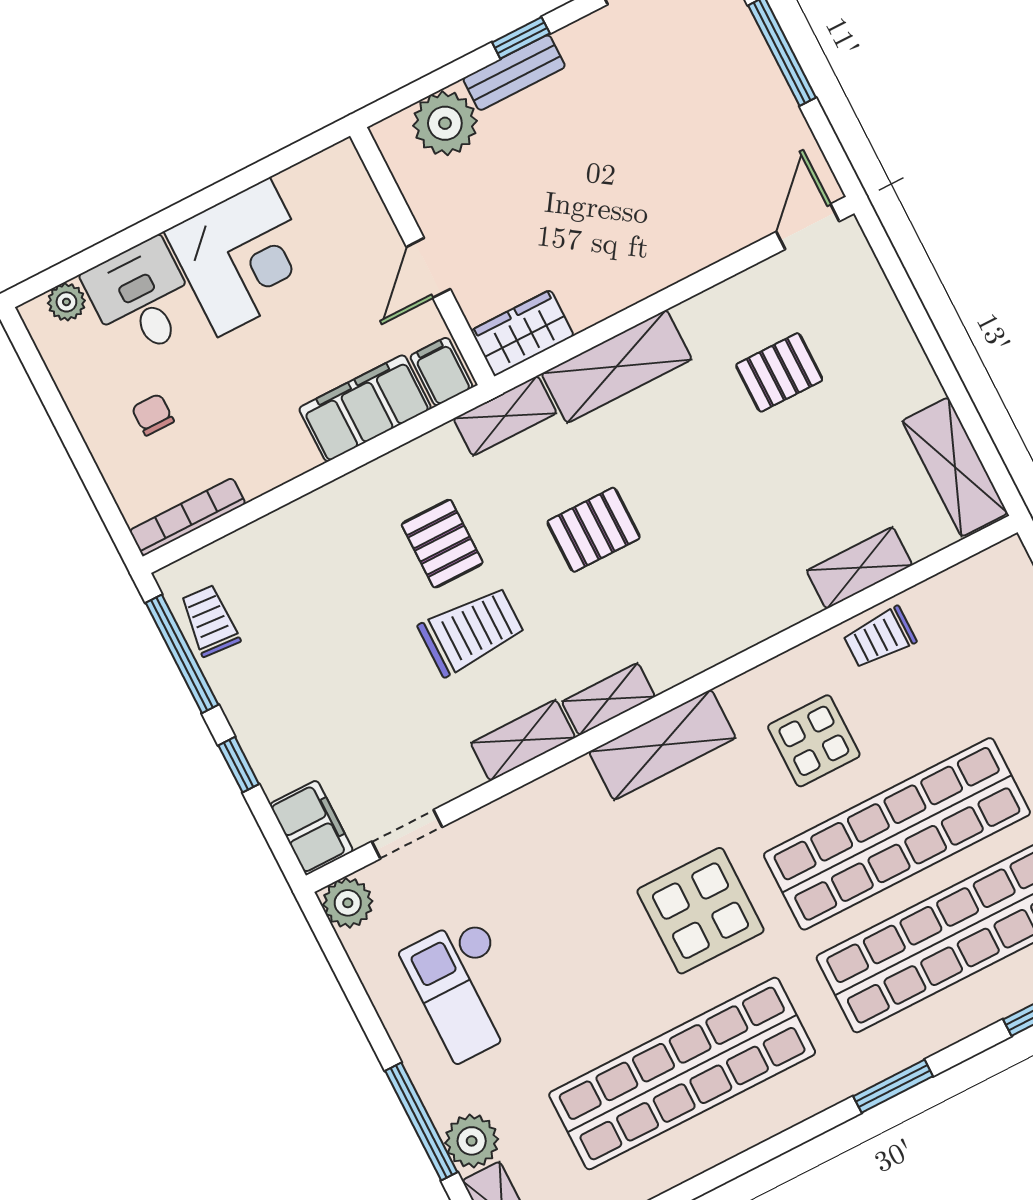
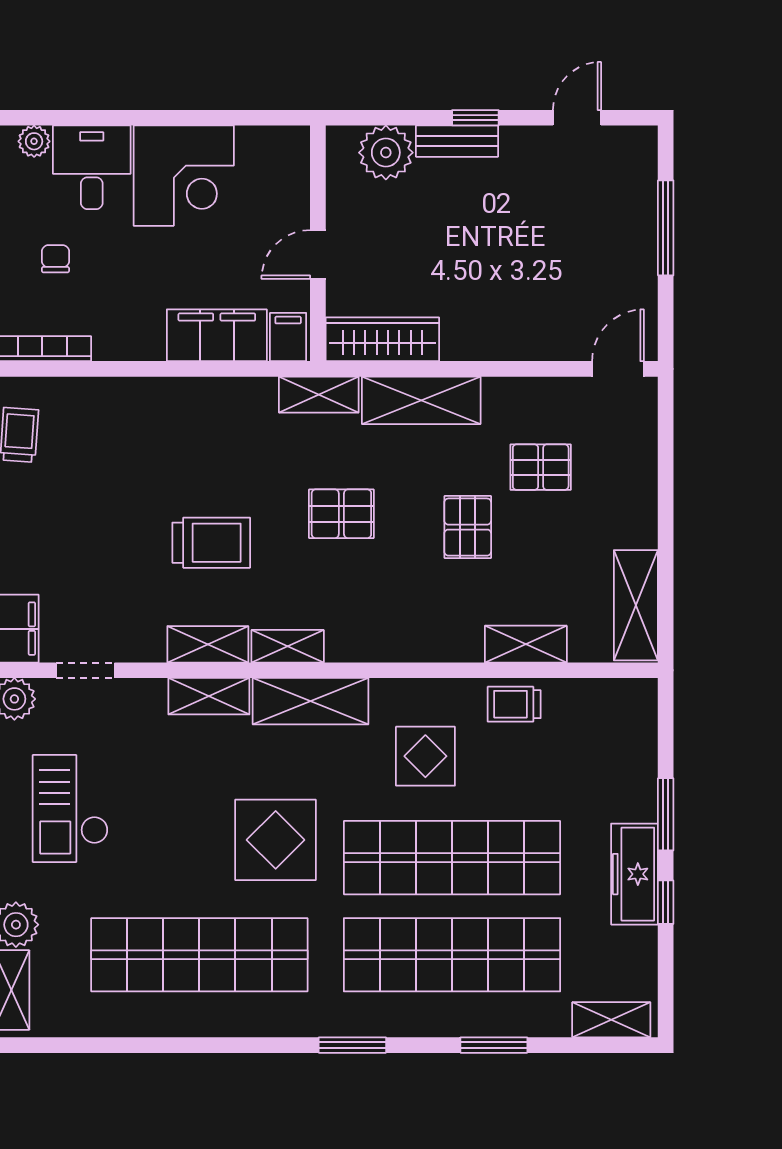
wardrobe: (522, 333) -> (382, 339), width x1.50
pallet: (442, 544) -> (468, 527), moved
shelving: (552, 795) -> (209, 696), added

